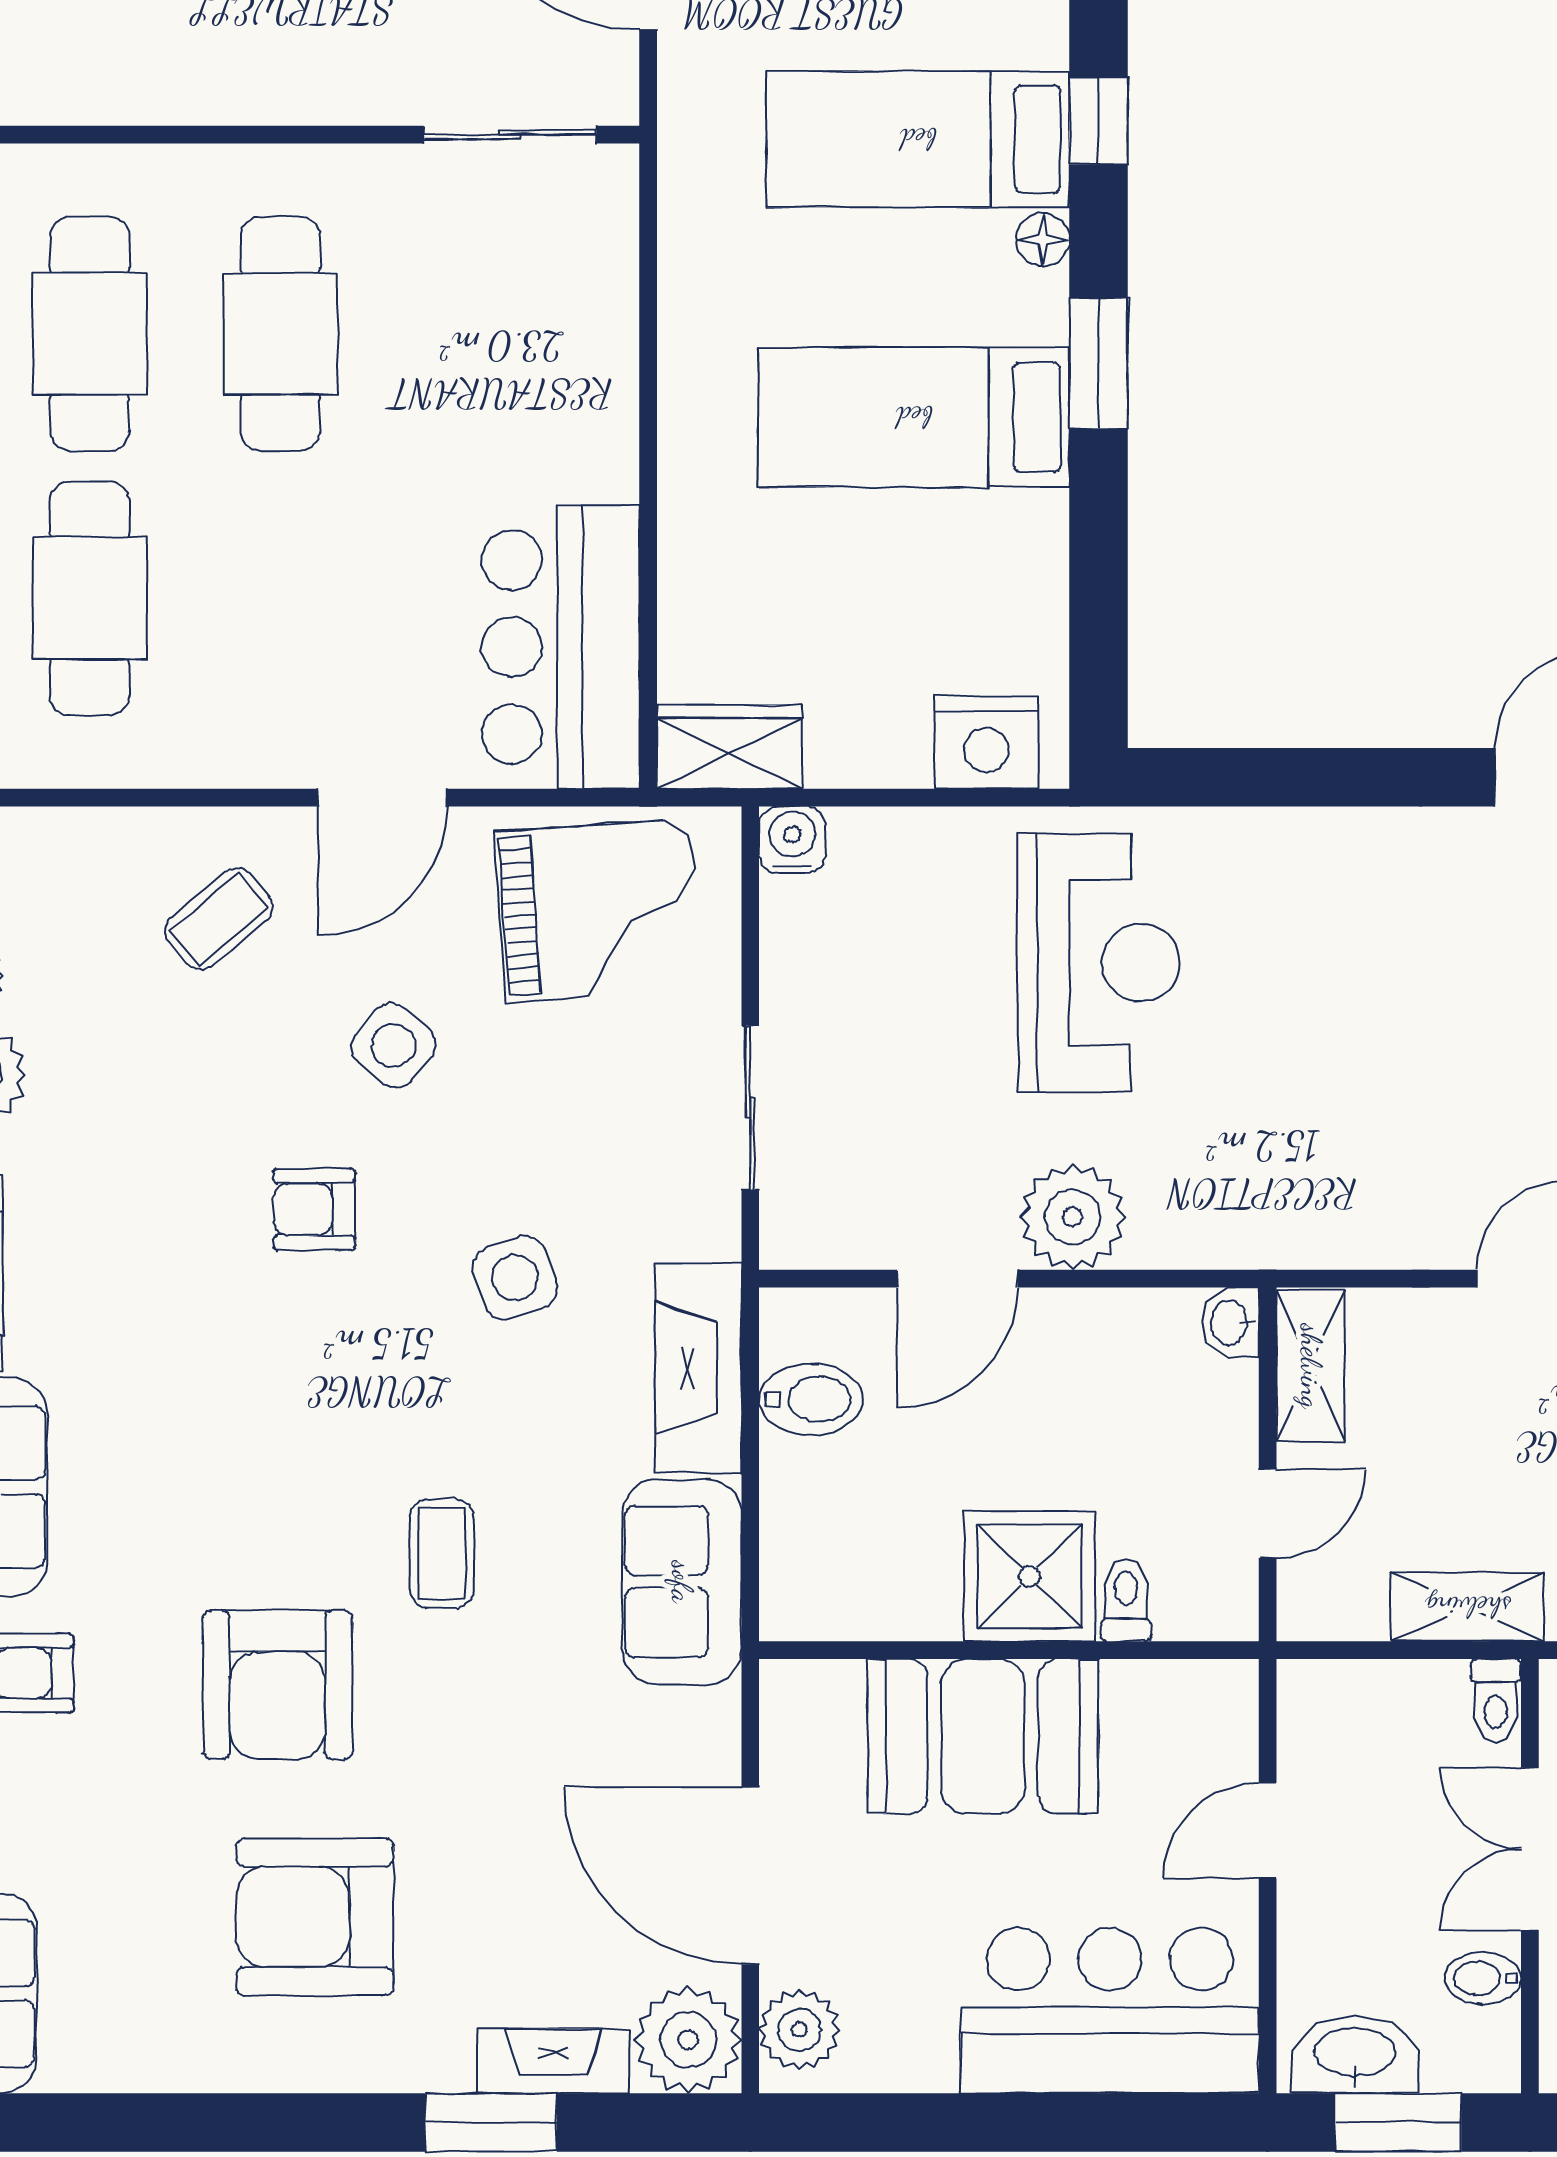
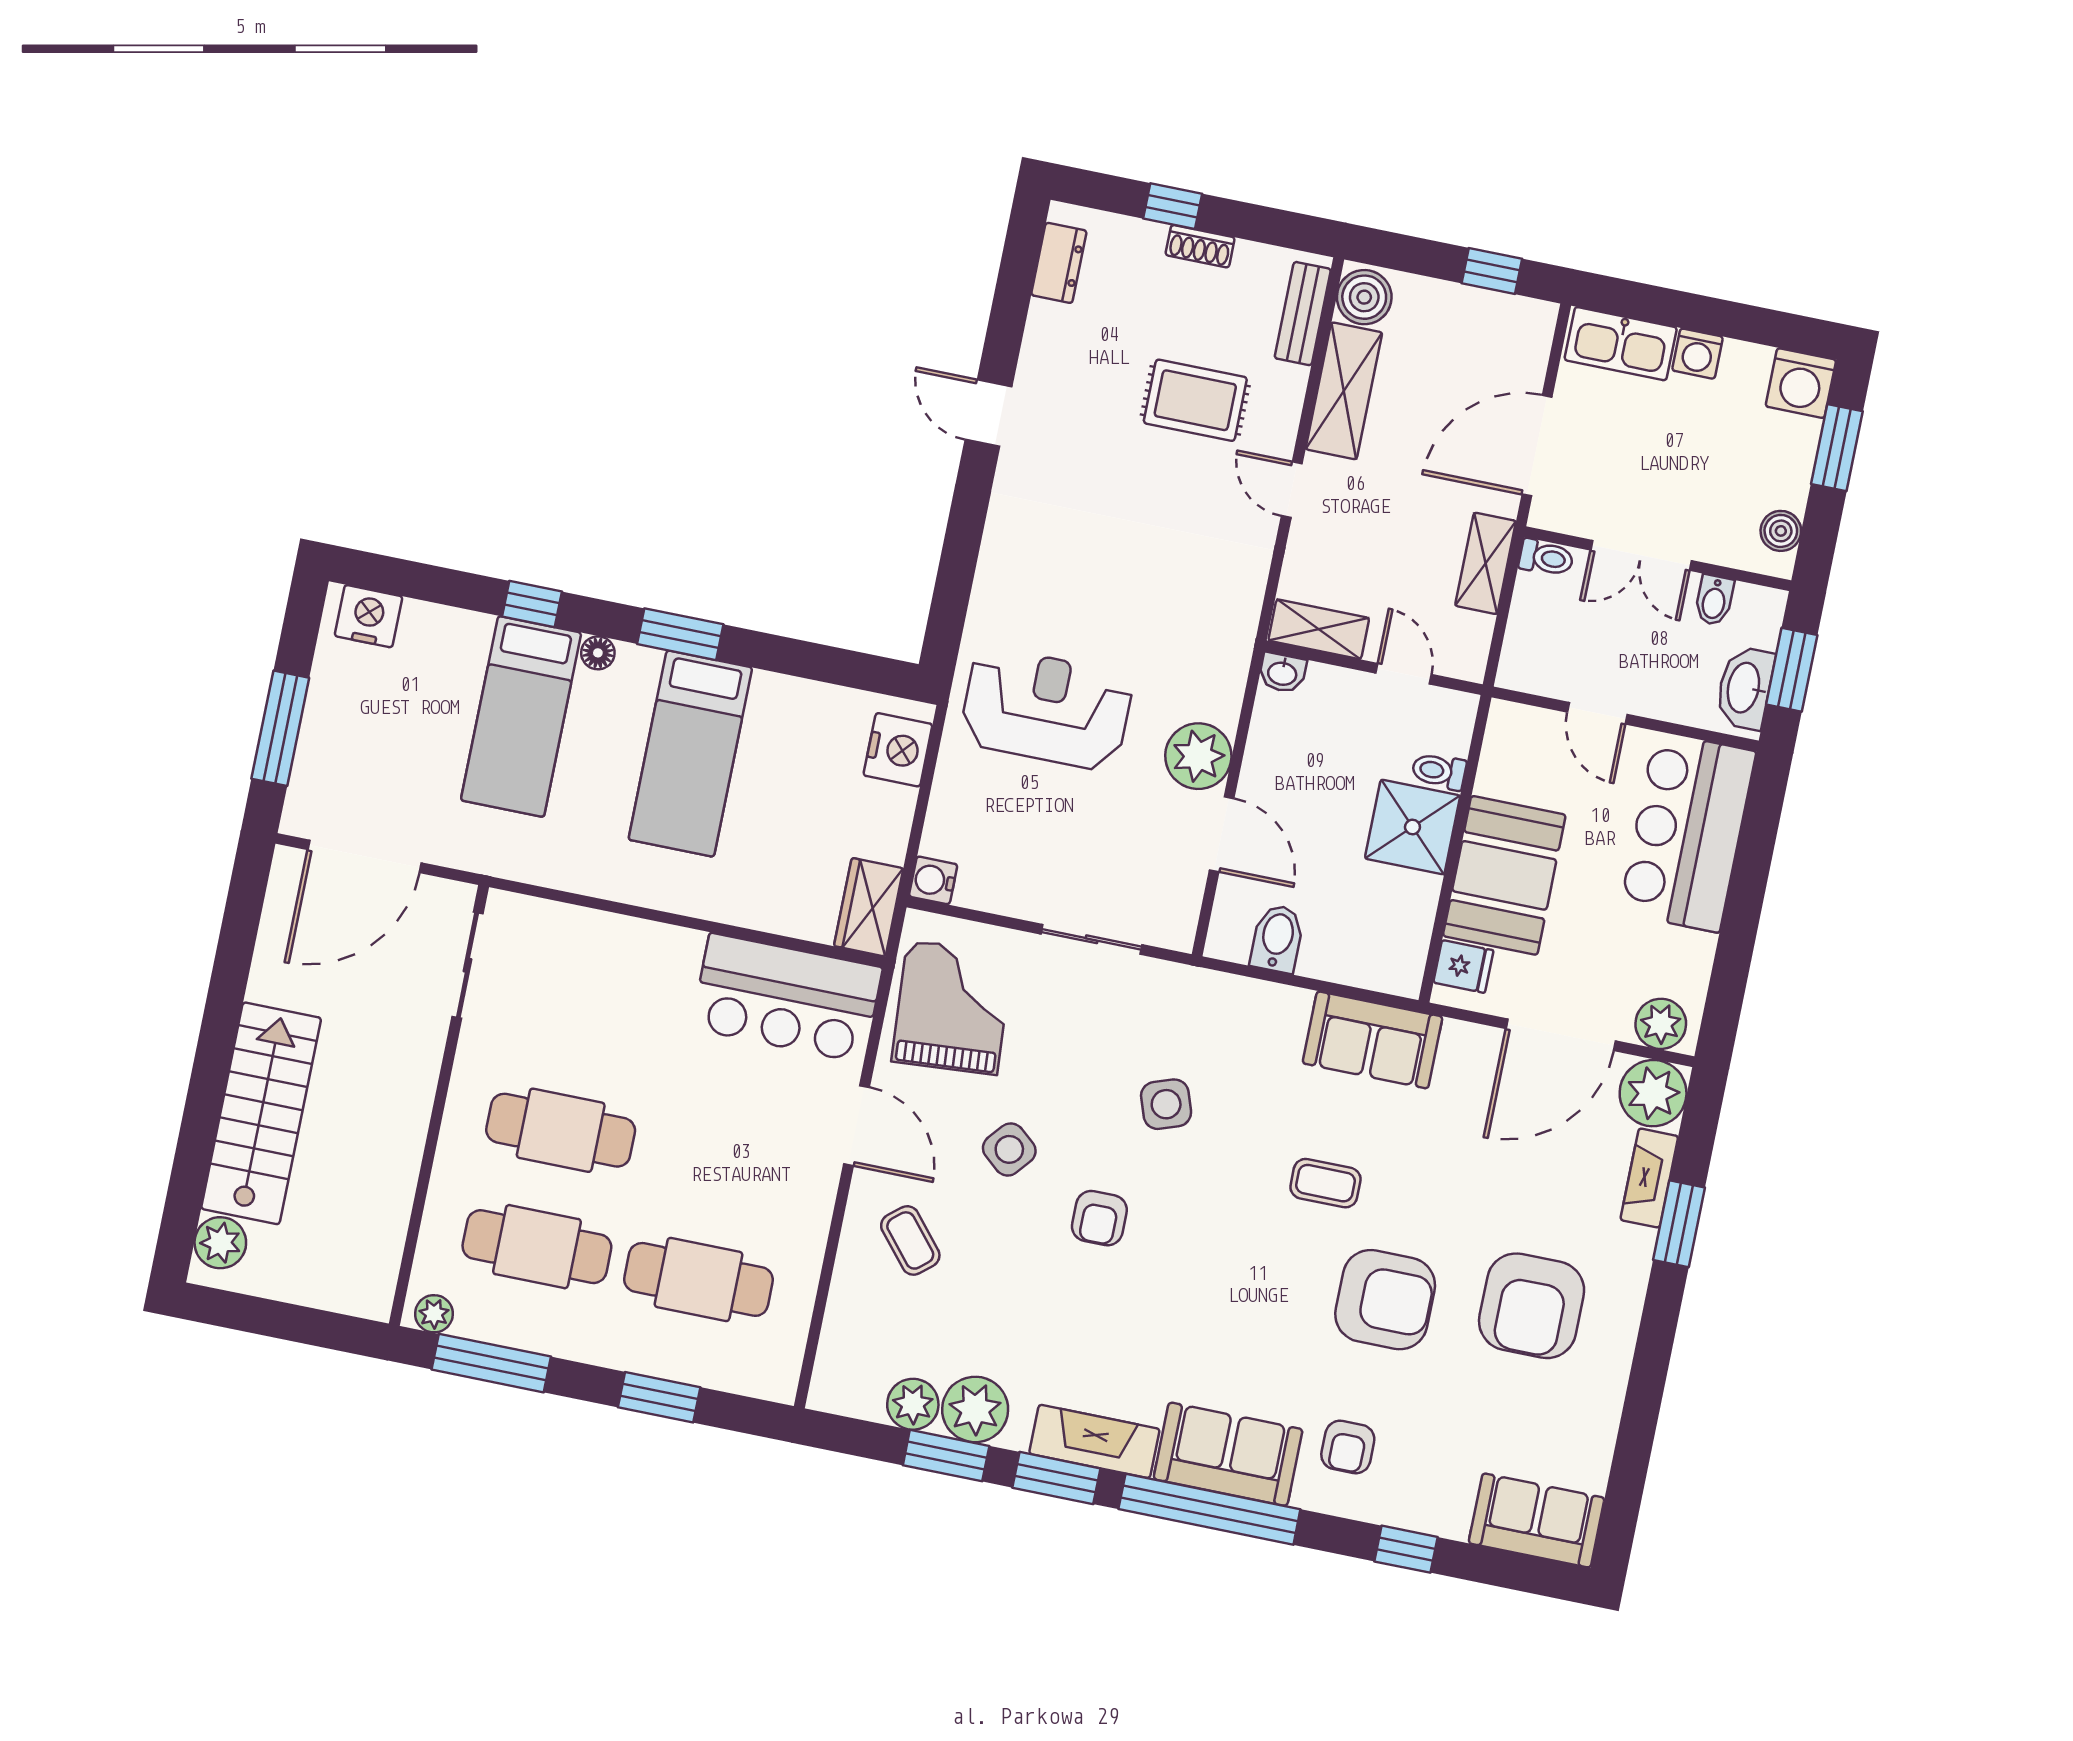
fireplace: (698, 1368) -> (1244, 1003), removed
fridge: (827, 1701) -> (1463, 966), added

